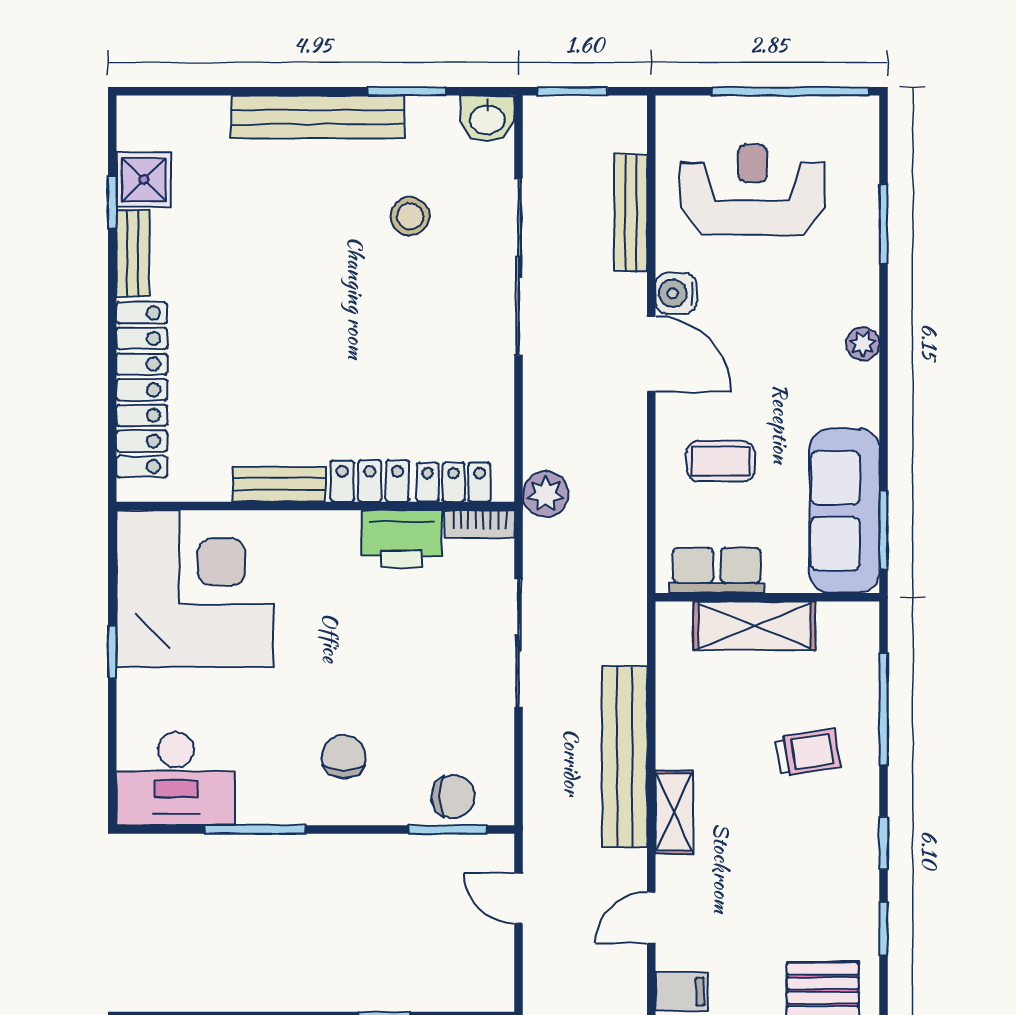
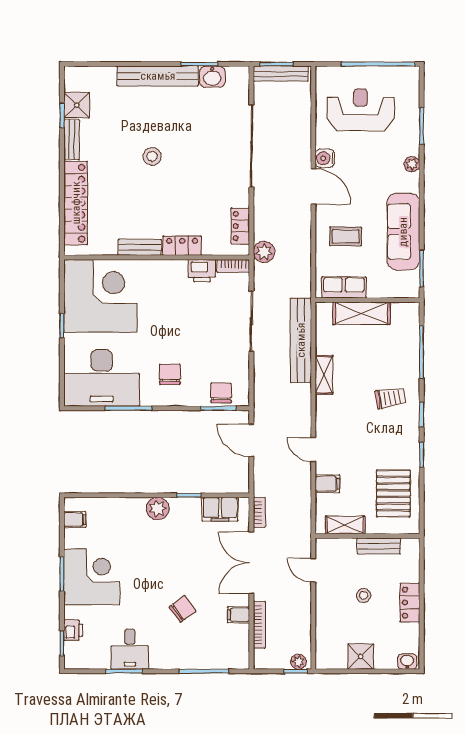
washbasin: (487, 119) -> (212, 77), moved
bench: (631, 213) -> (281, 74), moved, turned 90
stool: (410, 216) -> (152, 156), moved
plant: (863, 344) -> (412, 164), moved
locker: (454, 482) -> (240, 226), moved, turned -90
sofa: (844, 511) -> (403, 232), moved
printer: (402, 539) -> (202, 271), width x0.73, depth x0.84
trolley: (808, 752) -> (390, 398), moved
bench: (625, 757) -> (301, 340), moved
desk: (176, 779) -> (102, 378), width x1.36, depth x1.30
chair: (453, 797) -> (221, 393), turned -90
shelving: (674, 812) -> (324, 375), moved
door: (519, 898) -> (251, 440), width x1.38
door: (651, 918) -> (313, 449), hinge flipped

